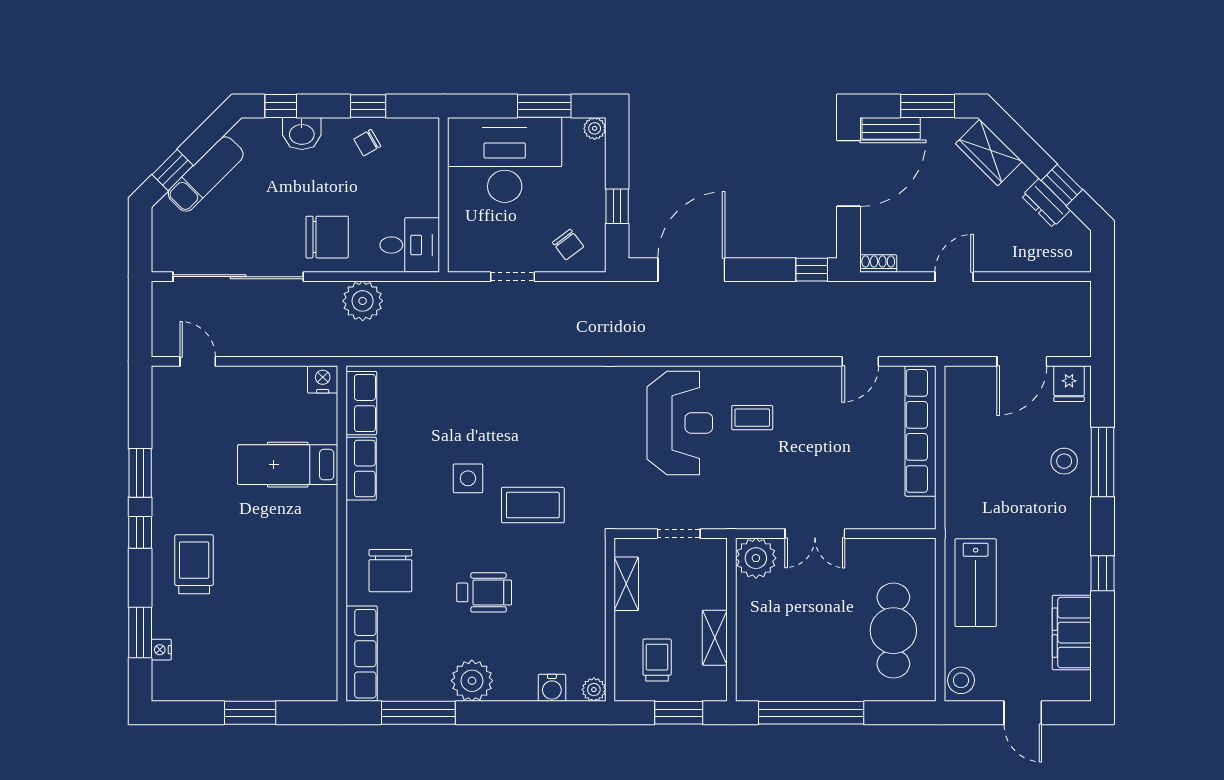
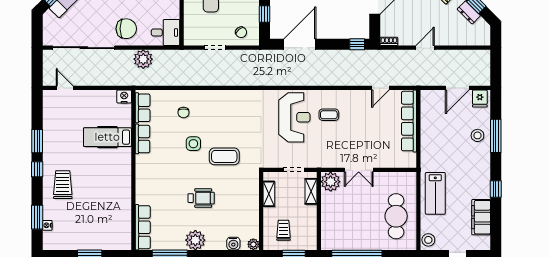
chair: (390, 571) -> (183, 113), moved, width x0.54, depth x0.54
shelving: (715, 638) -> (311, 191), moved

